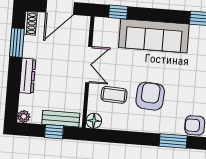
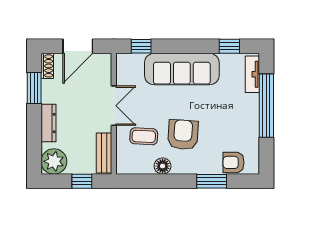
plant: (24, 117) -> (54, 161), width x1.87, depth x1.87
bench: (61, 119) -> (104, 153), moved, turned 90
floor lamp: (94, 121) -> (163, 166), moved

